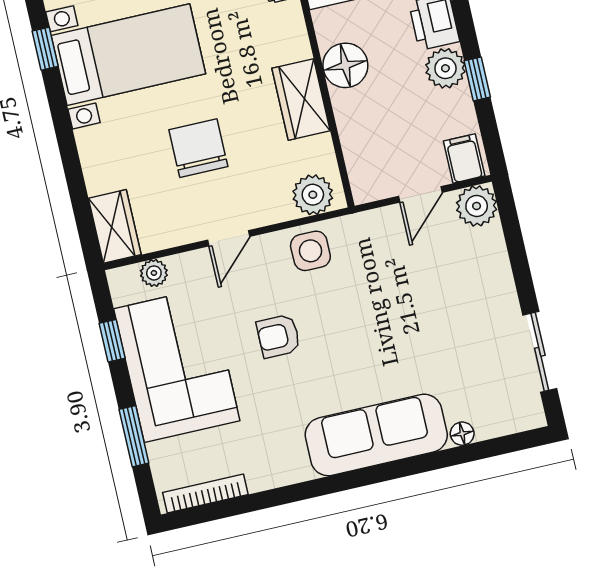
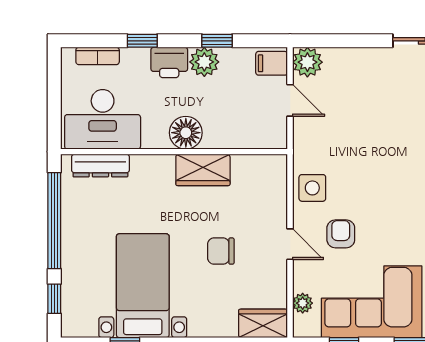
chair: (198, 148) -> (221, 251), width x0.73, depth x0.73
plant: (313, 195) -> (273, 177), removed
armchair: (278, 336) -> (341, 234), moved, turned 180

